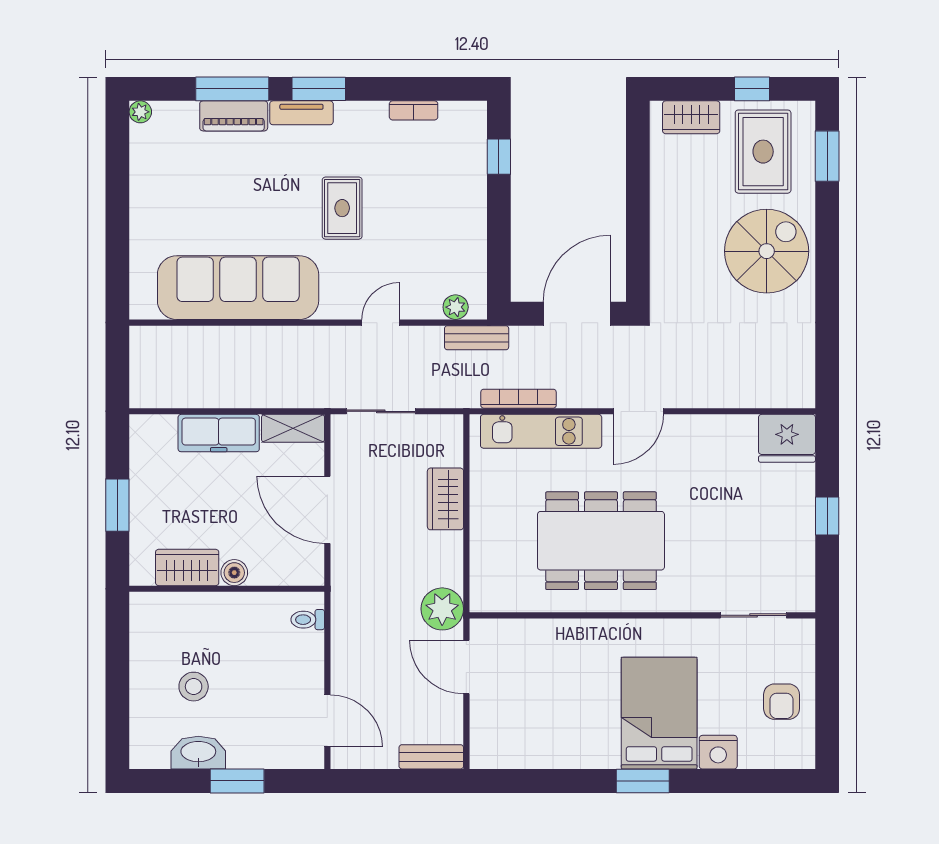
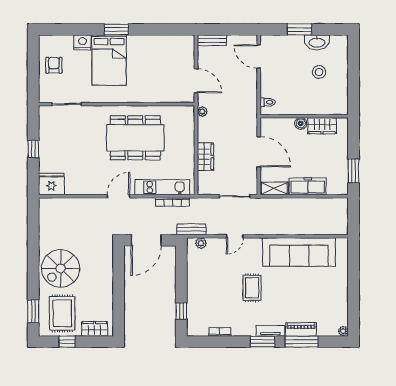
window: (117, 505) -> (353, 171), moved
plant: (442, 609) -> (202, 111), width x0.53, depth x0.53

